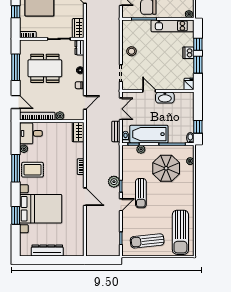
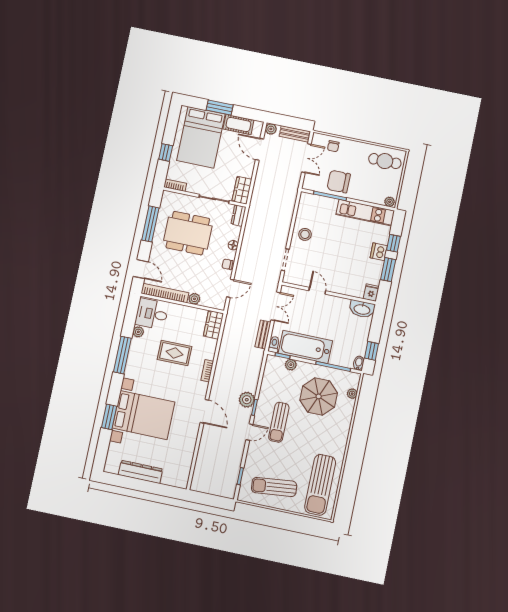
washbasin: (165, 98) -> (362, 309), moved
rug: (32, 170) -> (175, 353), moved

